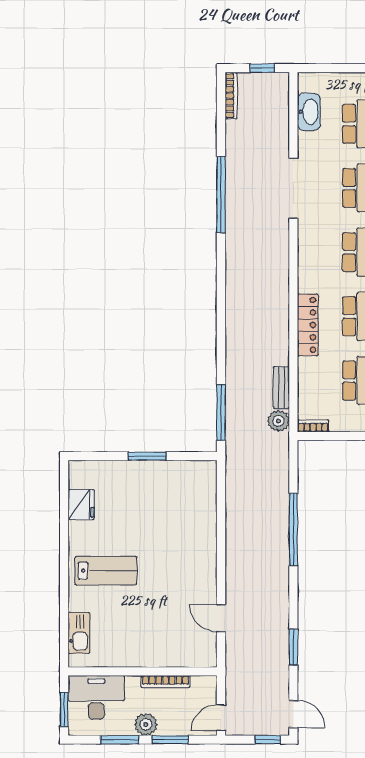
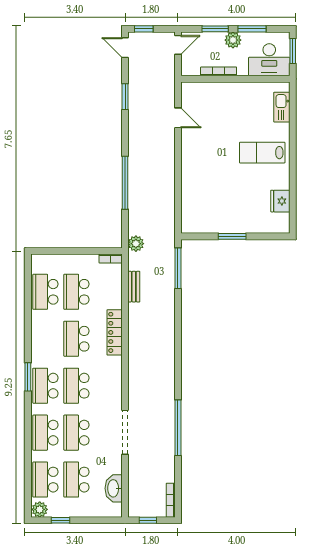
plant: (279, 421) -> (136, 244), moved

